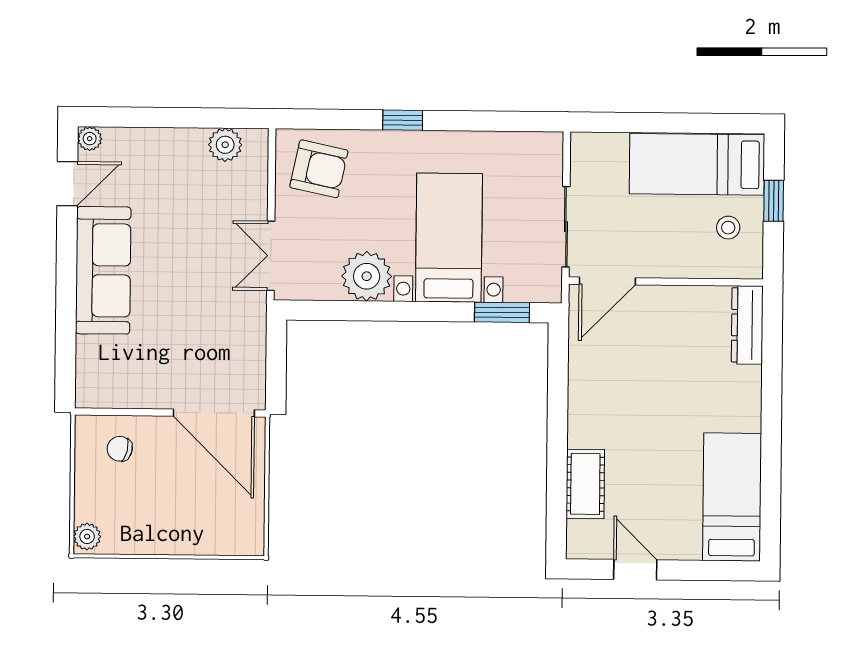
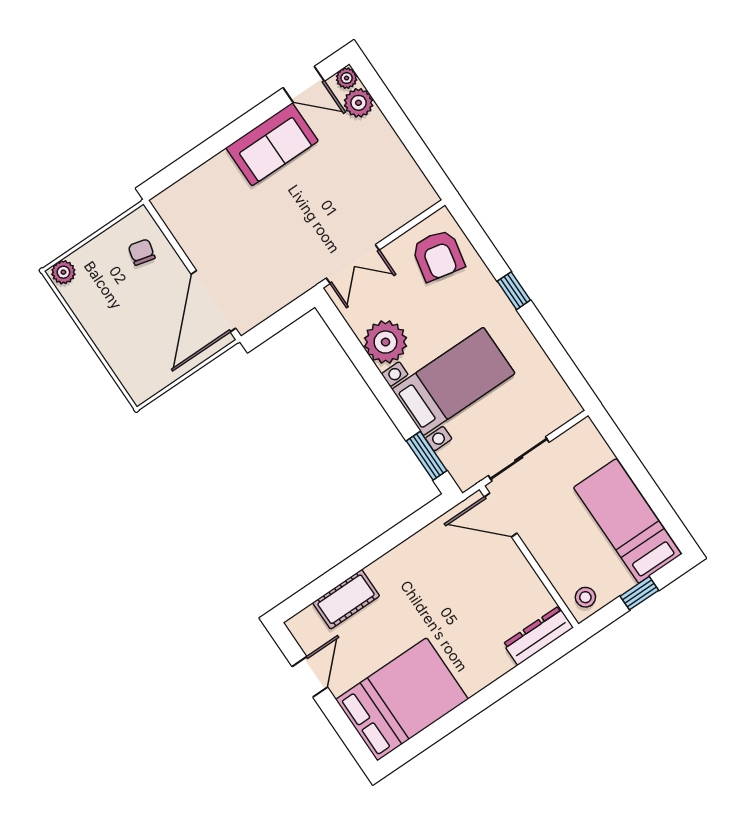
plant: (225, 145) -> (359, 103), moved
stool: (728, 228) -> (585, 597), moved
double door: (271, 256) -> (353, 264), swing flipped
sofa: (103, 270) -> (272, 144), width x0.73
bed: (732, 497) -> (402, 699), width x1.50

